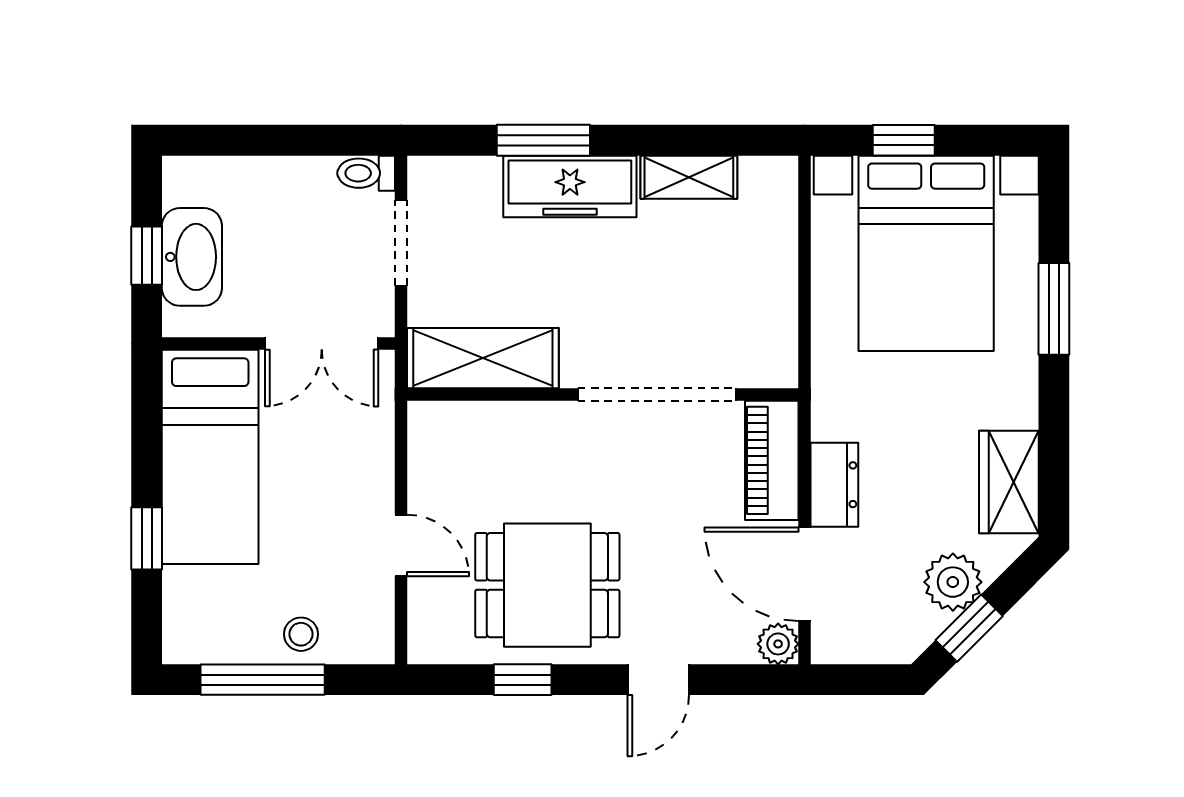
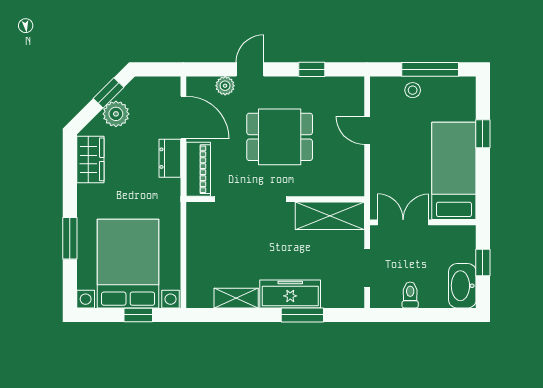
toilet: (366, 173) -> (410, 295), moved, turned -90
washbasin: (192, 257) -> (462, 286), moved
dining table: (547, 585) -> (280, 137), moved
plant: (778, 644) -> (225, 86), moved

